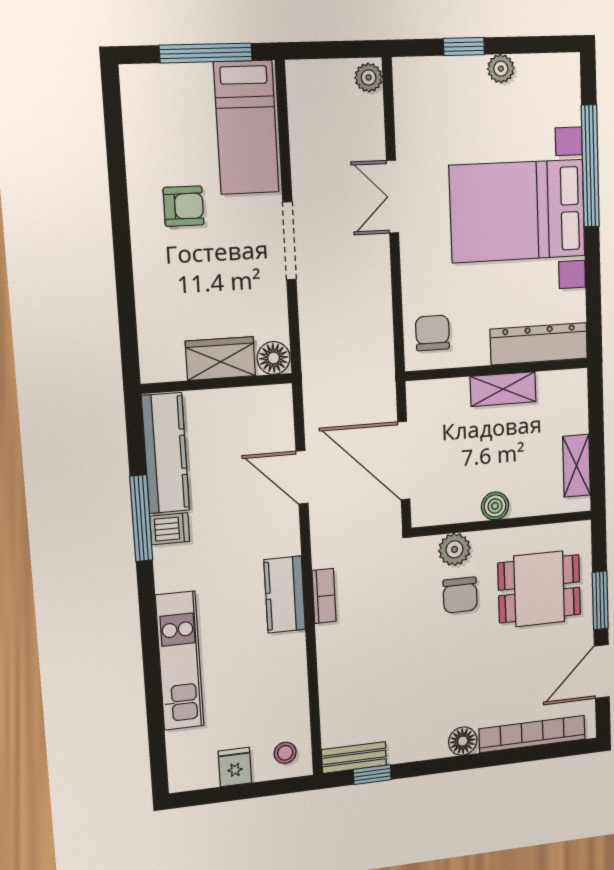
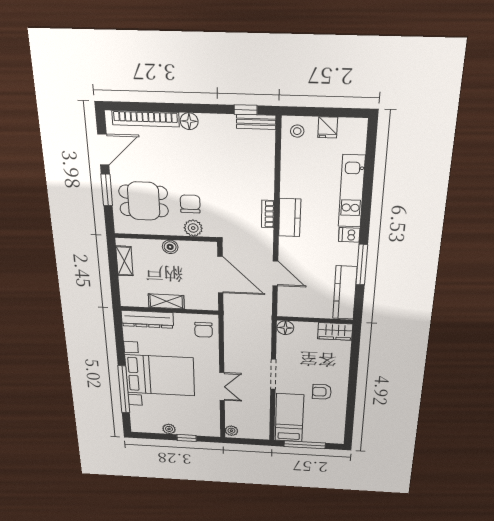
wardrobe: (221, 359) -> (335, 331), moved
dishwasher: (170, 529) -> (349, 235), moved

